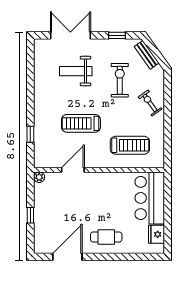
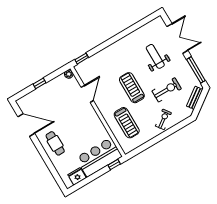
window: (117, 35) -> (196, 70), width x2.17
treadmill: (81, 123) -> (132, 88), moved
window: (30, 134) -> (82, 59), moved
door: (73, 170) -> (87, 94), hinge flipped
window: (168, 186) -> (114, 165), added

